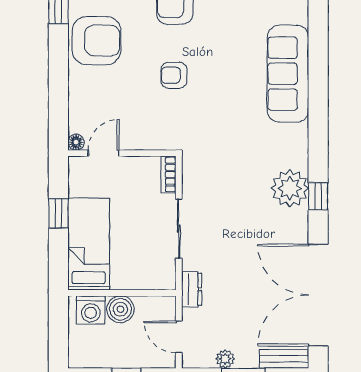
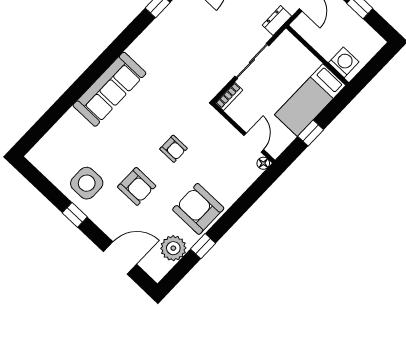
door: (104, 153) -> (254, 143), swing flipped
plant: (290, 188) -> (169, 25), removed
boiler: (120, 309) -> (327, 47), removed

